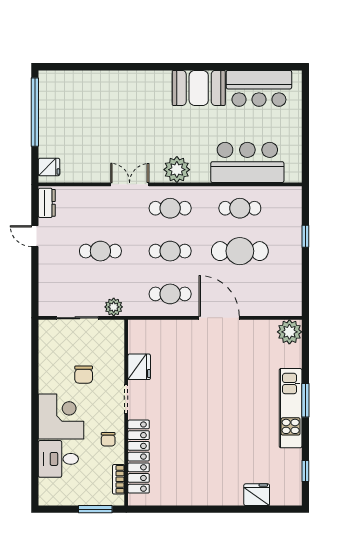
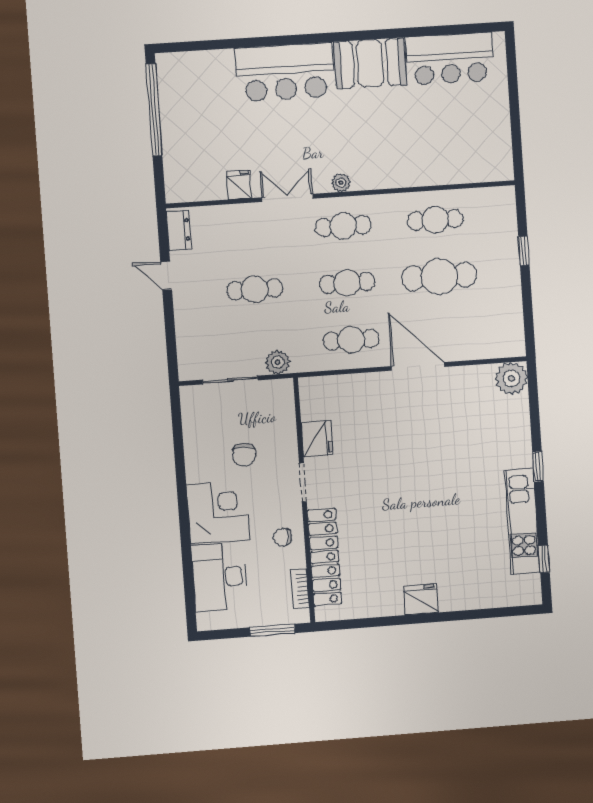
bar counter: (247, 162) -> (285, 72), moved, turned 180
fridge: (49, 167) -> (239, 185), moved, turned -90
plant: (177, 170) -> (341, 183), width x0.53, depth x0.53
window: (305, 400) -> (538, 466), width x0.67
kitchen unit: (291, 408) -> (522, 521), moved
chair: (108, 439) -> (283, 537), turned 90
desk: (58, 459) -> (219, 577), width x1.37
fridge: (257, 495) -> (421, 600), moved

